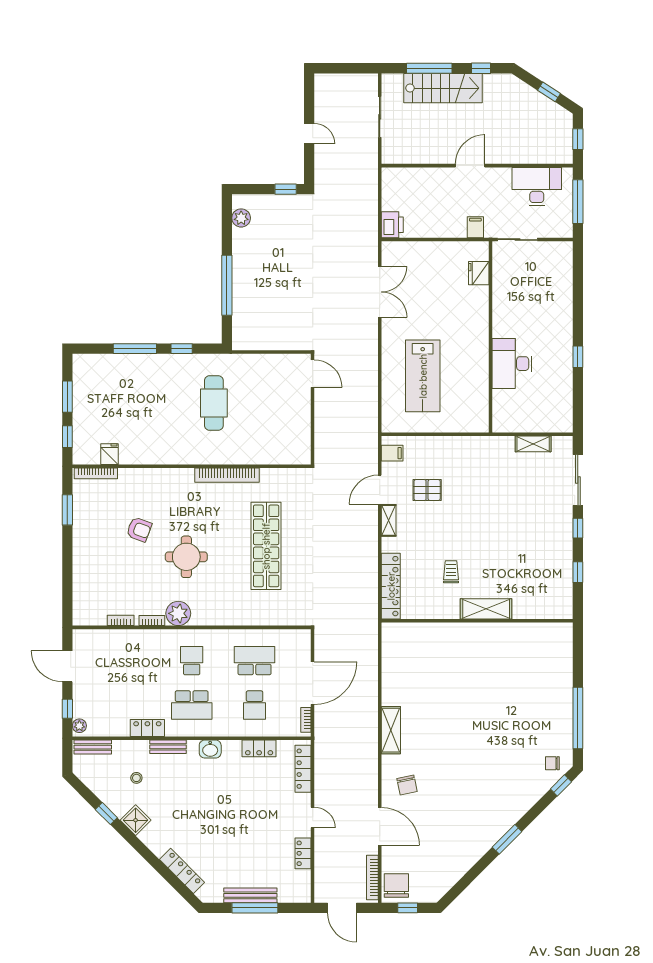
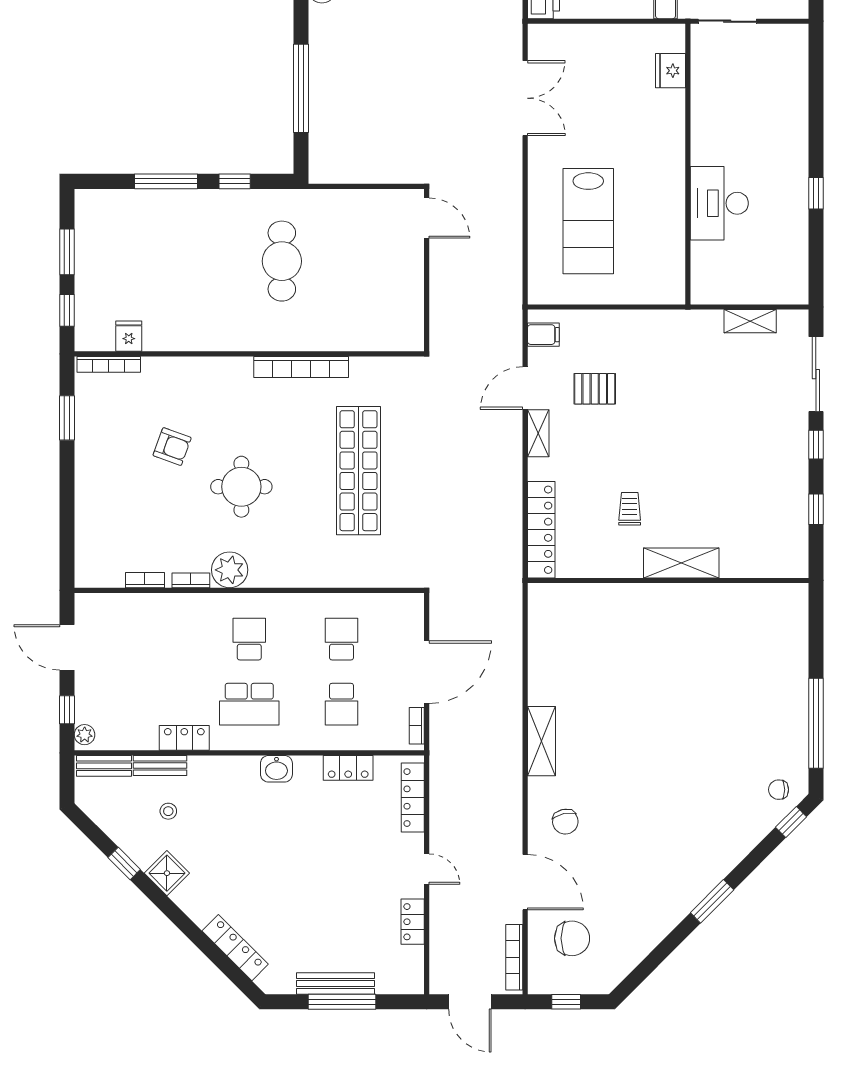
school desk: (255, 661) -> (342, 639), width x0.54
bench: (168, 747) -> (160, 766), moved
chair: (396, 885) -> (572, 938), moved, turned 90

